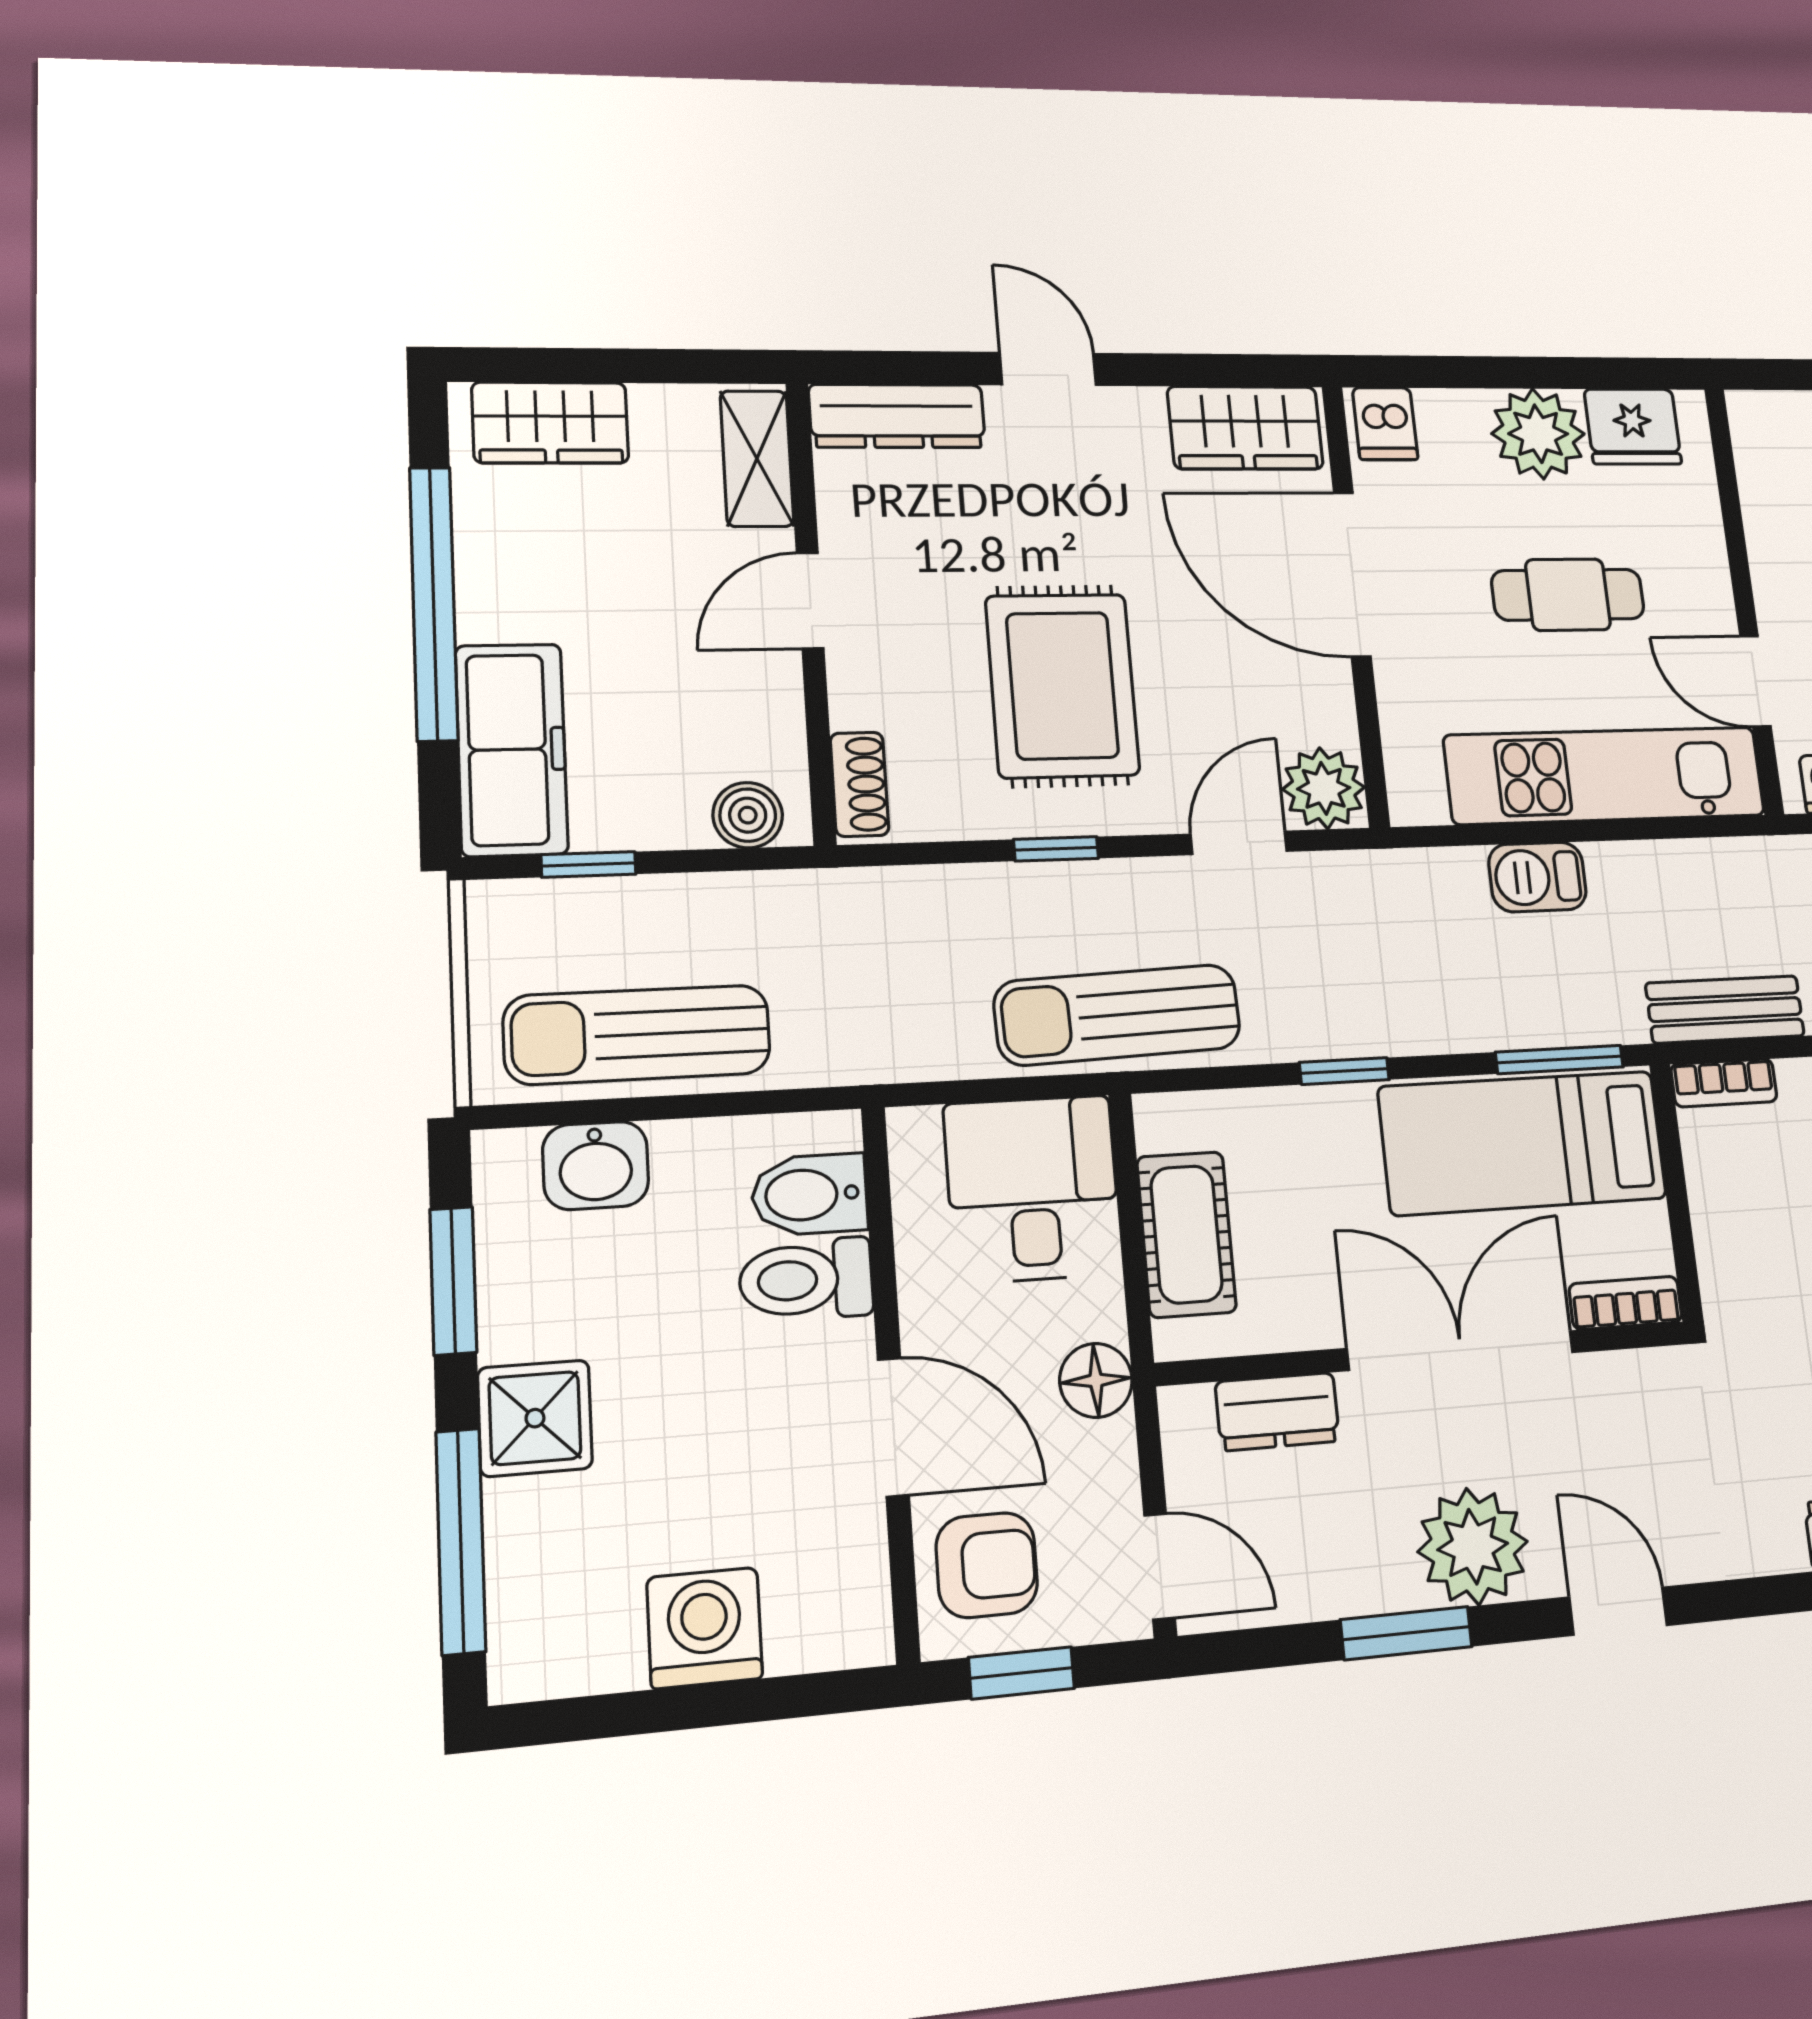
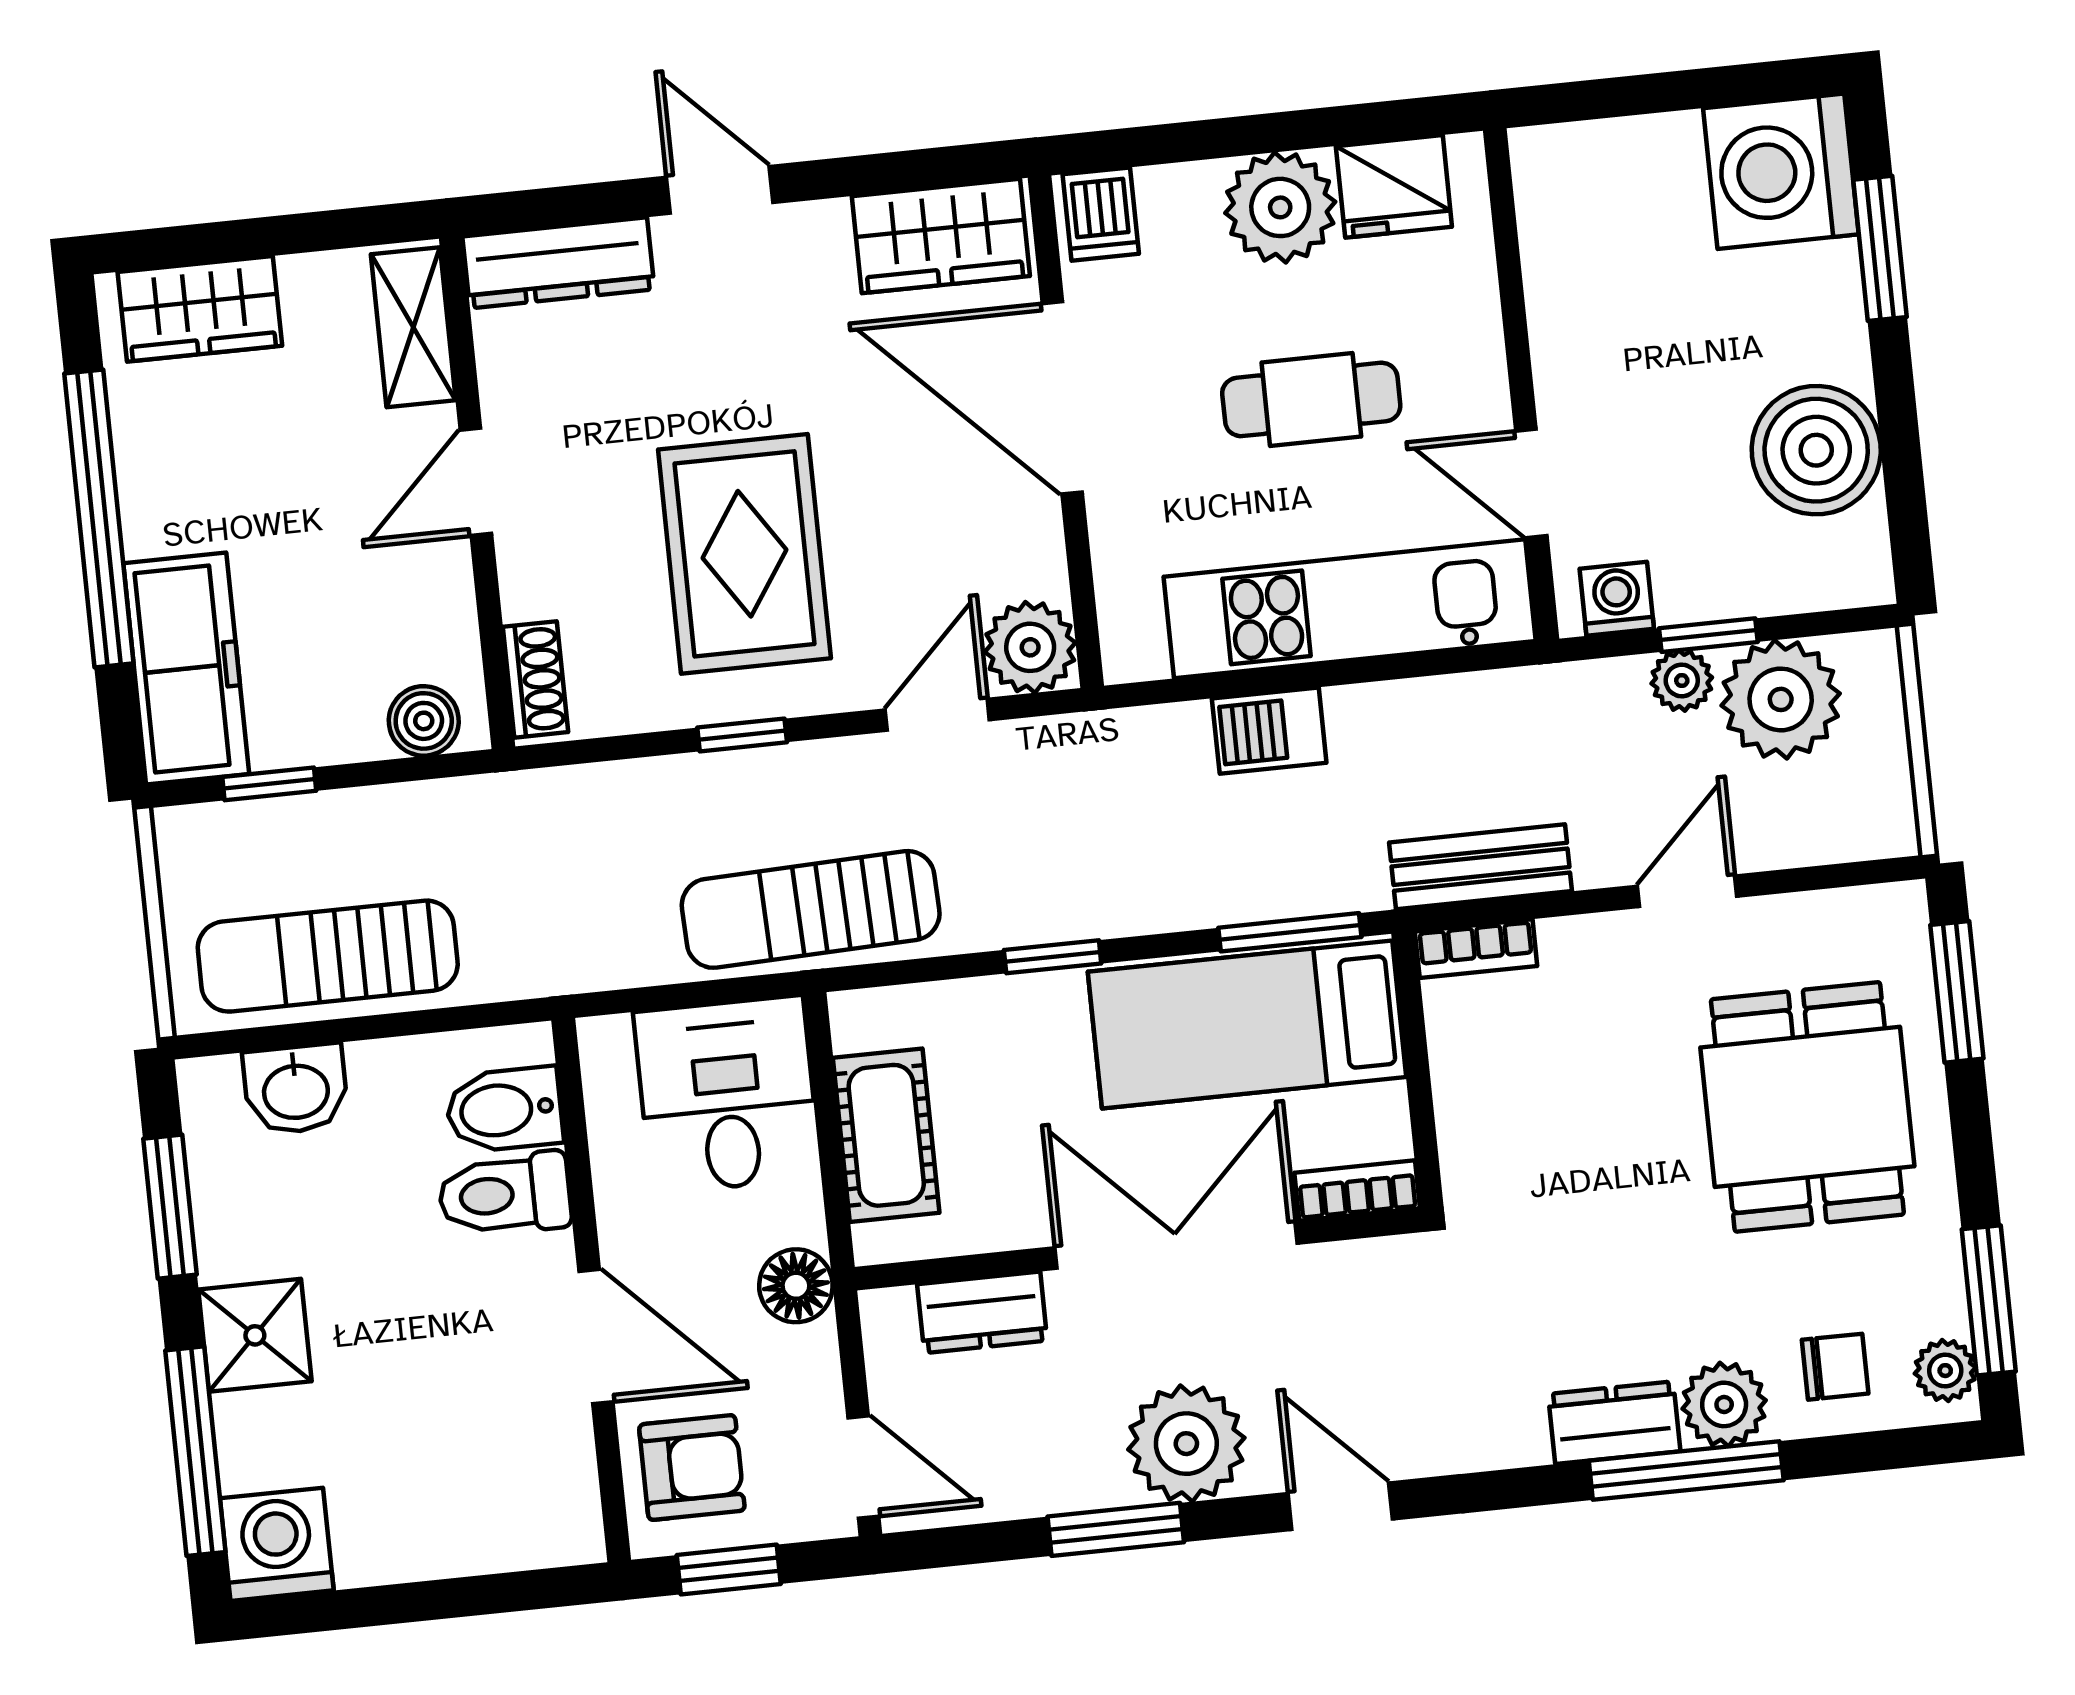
washing machine: (705, 1628) -> (277, 1544), moved

